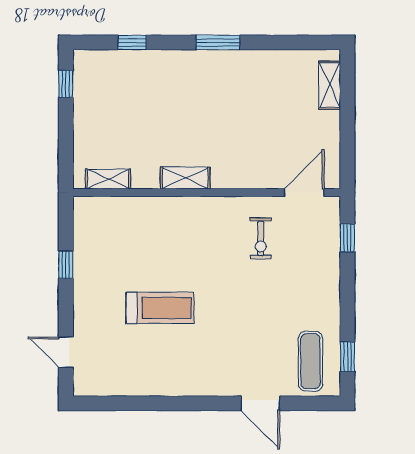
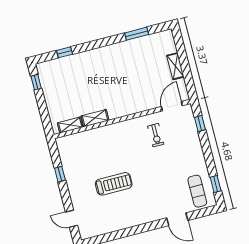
window: (218, 42) -> (137, 34), moved
shelving: (330, 85) -> (175, 66), moved
shelving: (185, 178) -> (95, 118), moved

